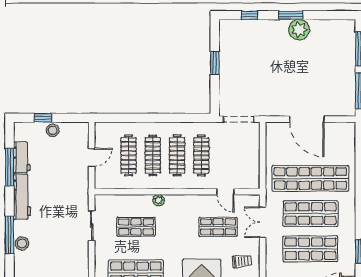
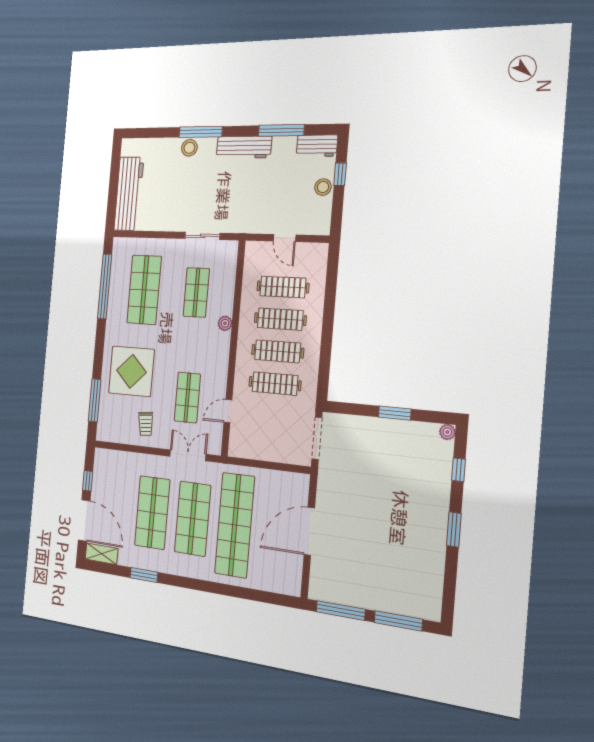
plant: (299, 30) -> (447, 432), moved, width x0.53, depth x0.53
workbench: (22, 157) -> (317, 146), moved

